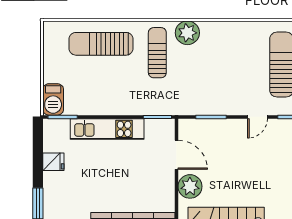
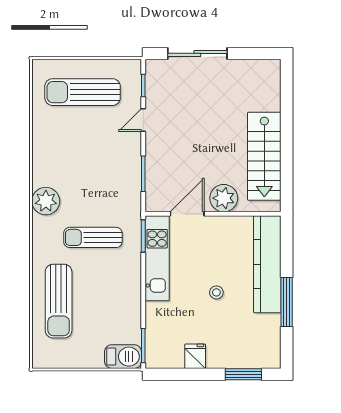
sun lounger: (157, 53) -> (93, 237), moved
door: (258, 117) -> (143, 120), swing flipped
kitchen unit: (107, 129) -> (157, 258), moved
stool: (108, 180) -> (216, 292), added

